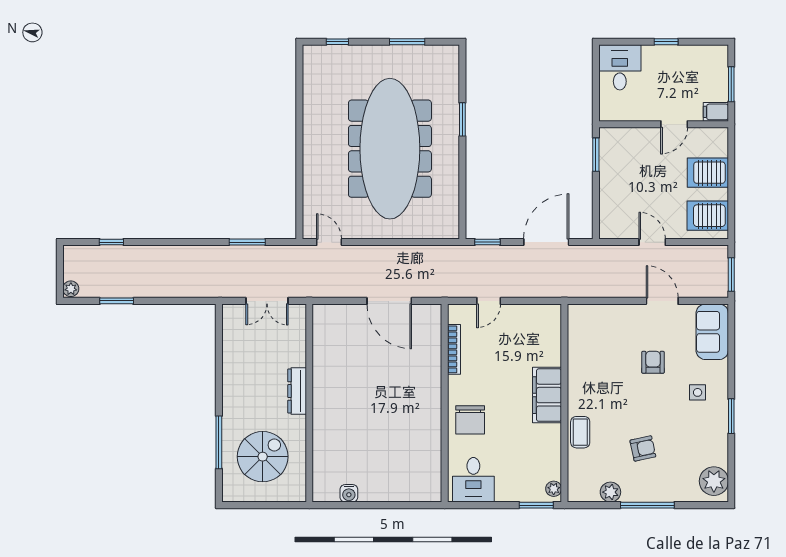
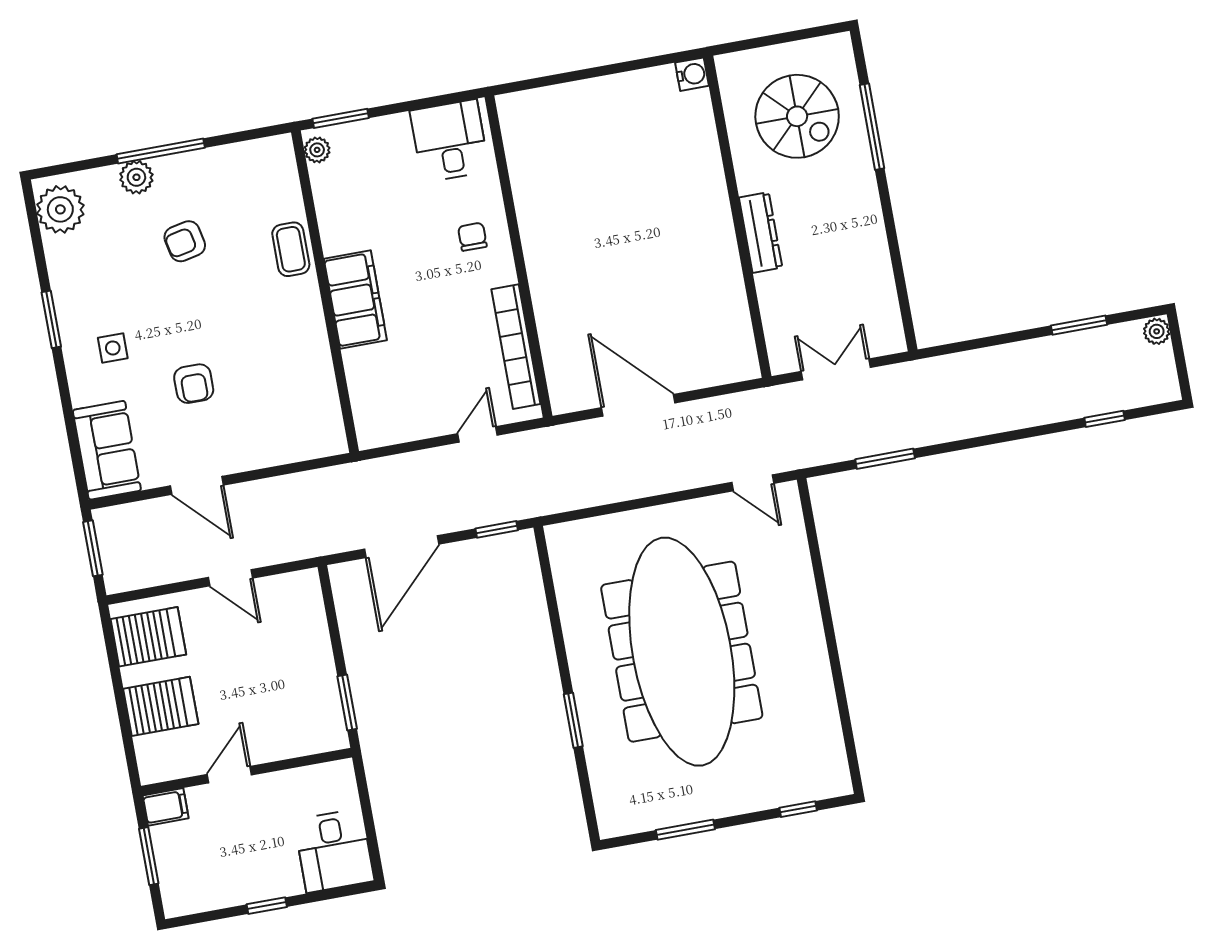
bookcase: (454, 349) -> (516, 347), width x1.48, depth x1.31
chair: (470, 420) -> (472, 237), width x0.54, depth x0.54
spiral stairs: (263, 457) -> (797, 116), turned -90
plant: (610, 492) -> (136, 177), moved
water cooler: (349, 493) -> (692, 74), moved, turned 90

